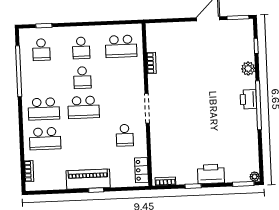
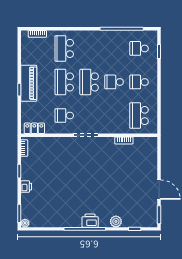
school desk: (44, 109) -> (64, 82), moved
printer: (211, 174) -> (26, 187), width x0.53, depth x0.68

